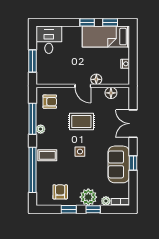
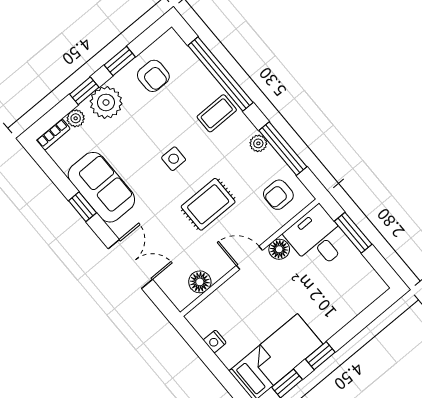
desk: (49, 40) -> (317, 238), moved, turned 180
floor lamp: (96, 79) -> (279, 249), moved

